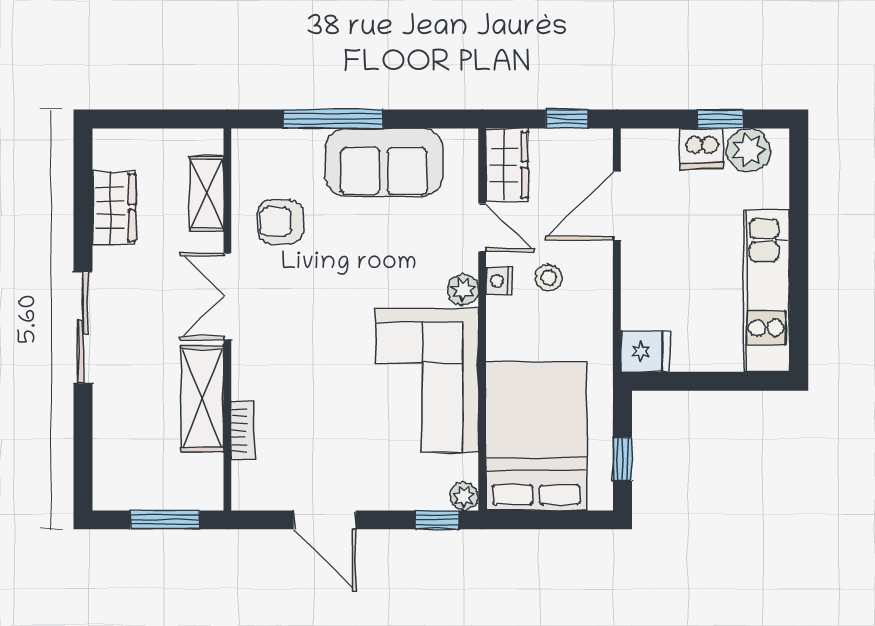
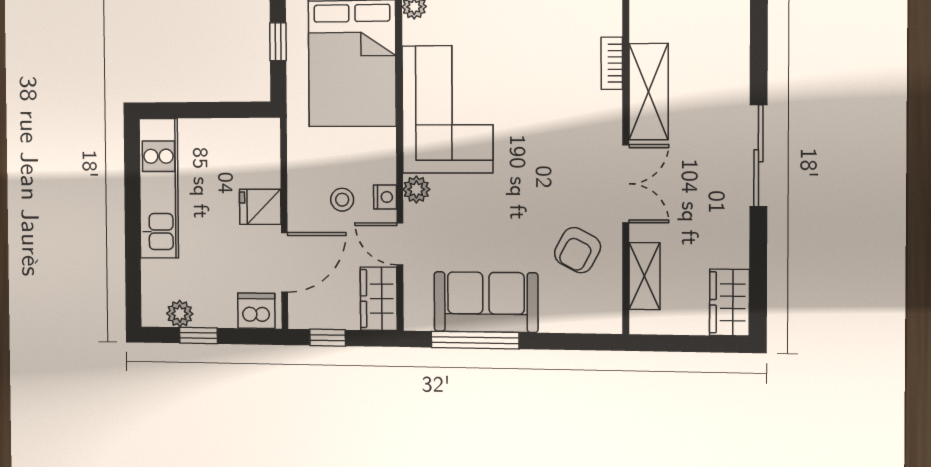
window: (333, 119) -> (475, 340), moved
dishwasher: (702, 149) -> (256, 311), moved
plant: (749, 150) -> (180, 314), width x0.73, depth x0.73
wardrobe: (114, 208) -> (730, 302), moved
armchair: (281, 222) -> (578, 250), turned 118
fridge: (645, 351) -> (260, 207), moved

